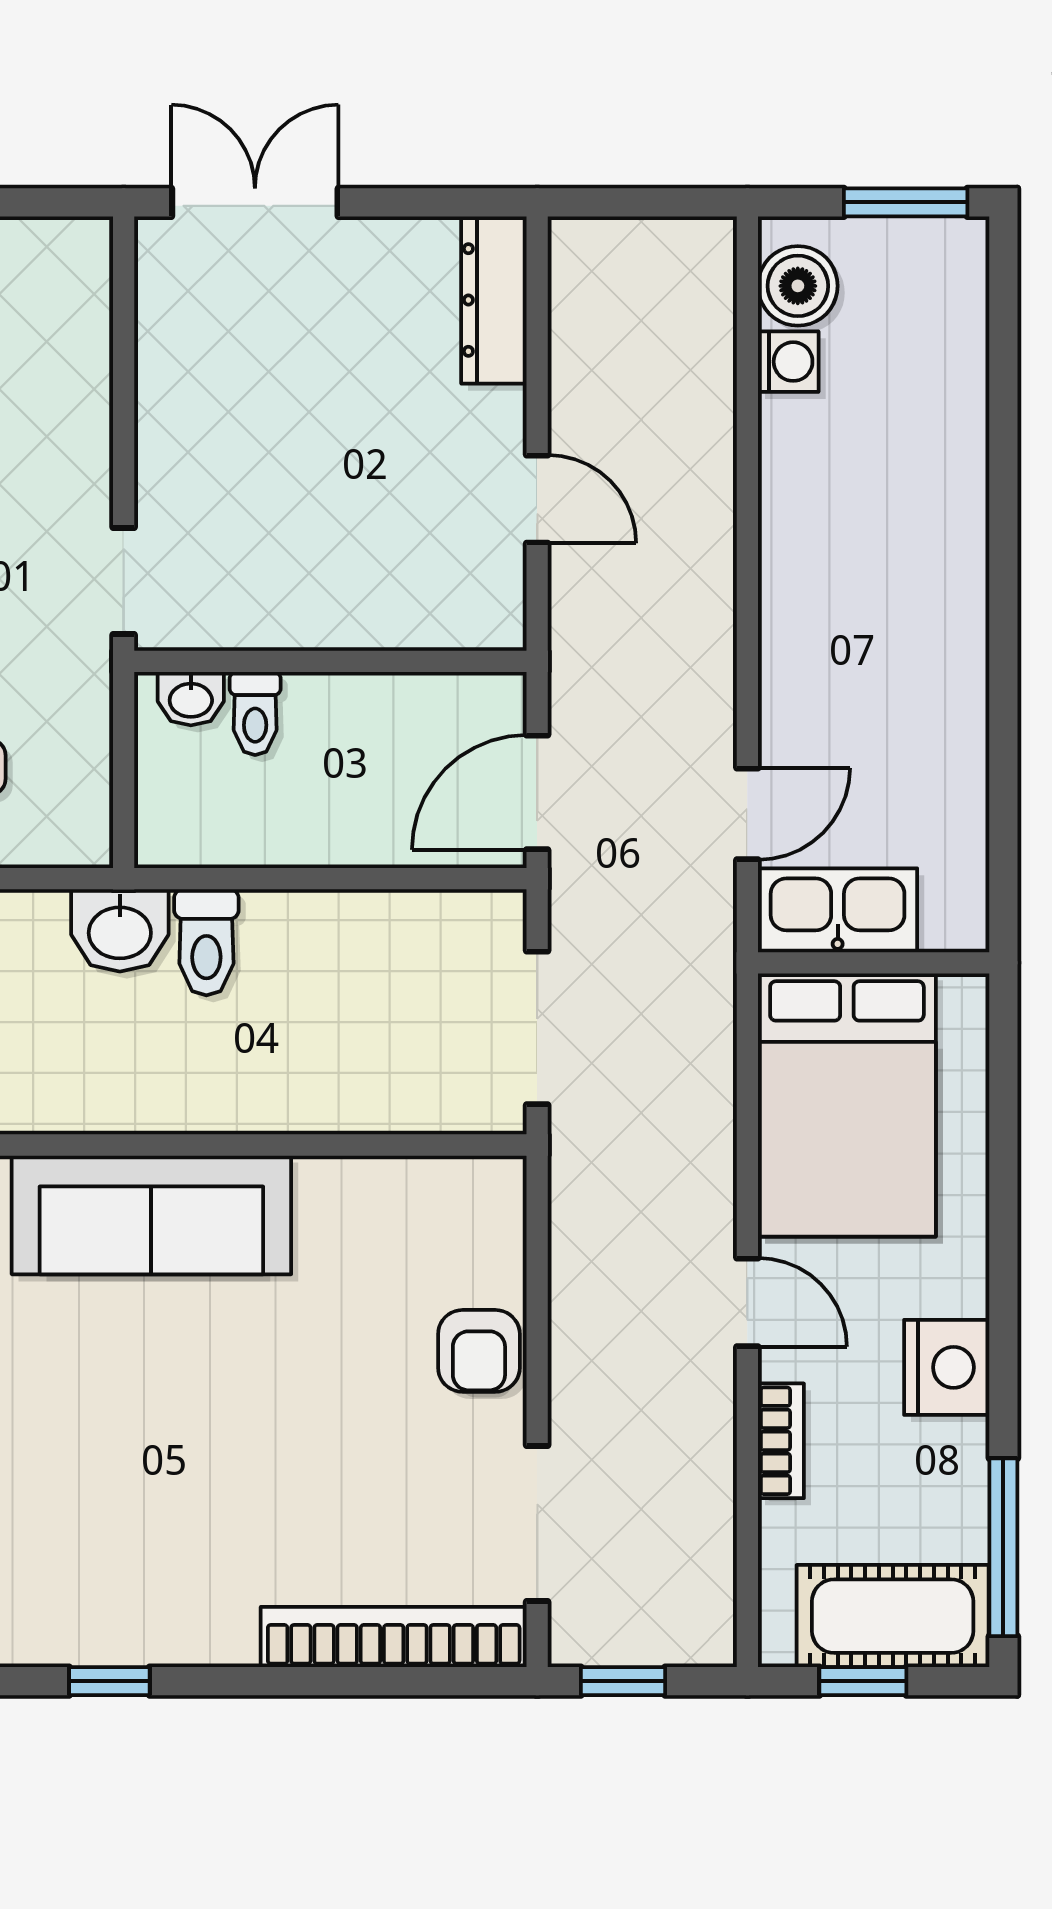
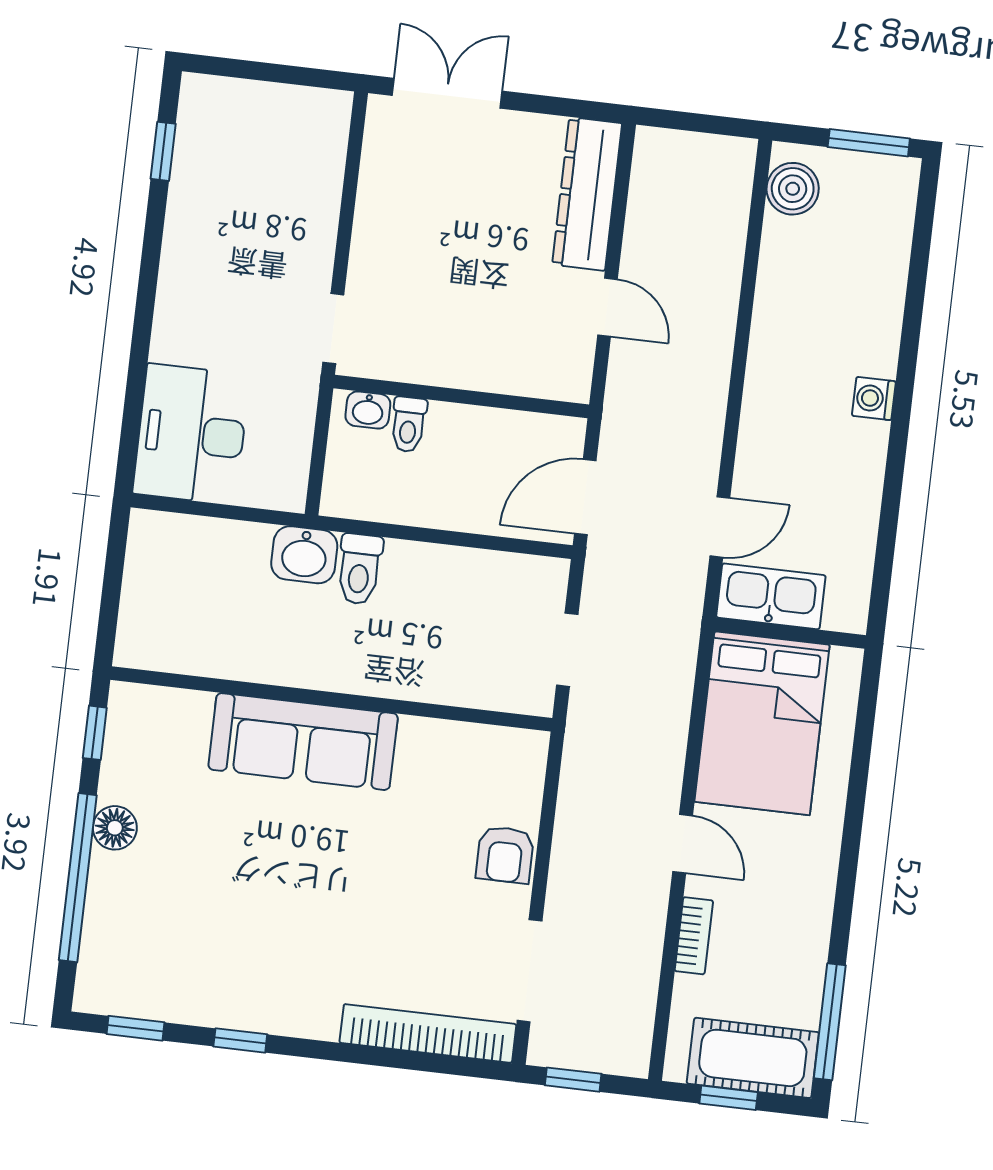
dresser: (494, 300) -> (587, 194), width x1.37, depth x1.24
washing machine: (788, 362) -> (874, 399), moved, turned 180
doorway: (537, 1028) -> (567, 650), width x0.73
nightstand: (947, 1367) -> (807, 901), removed

